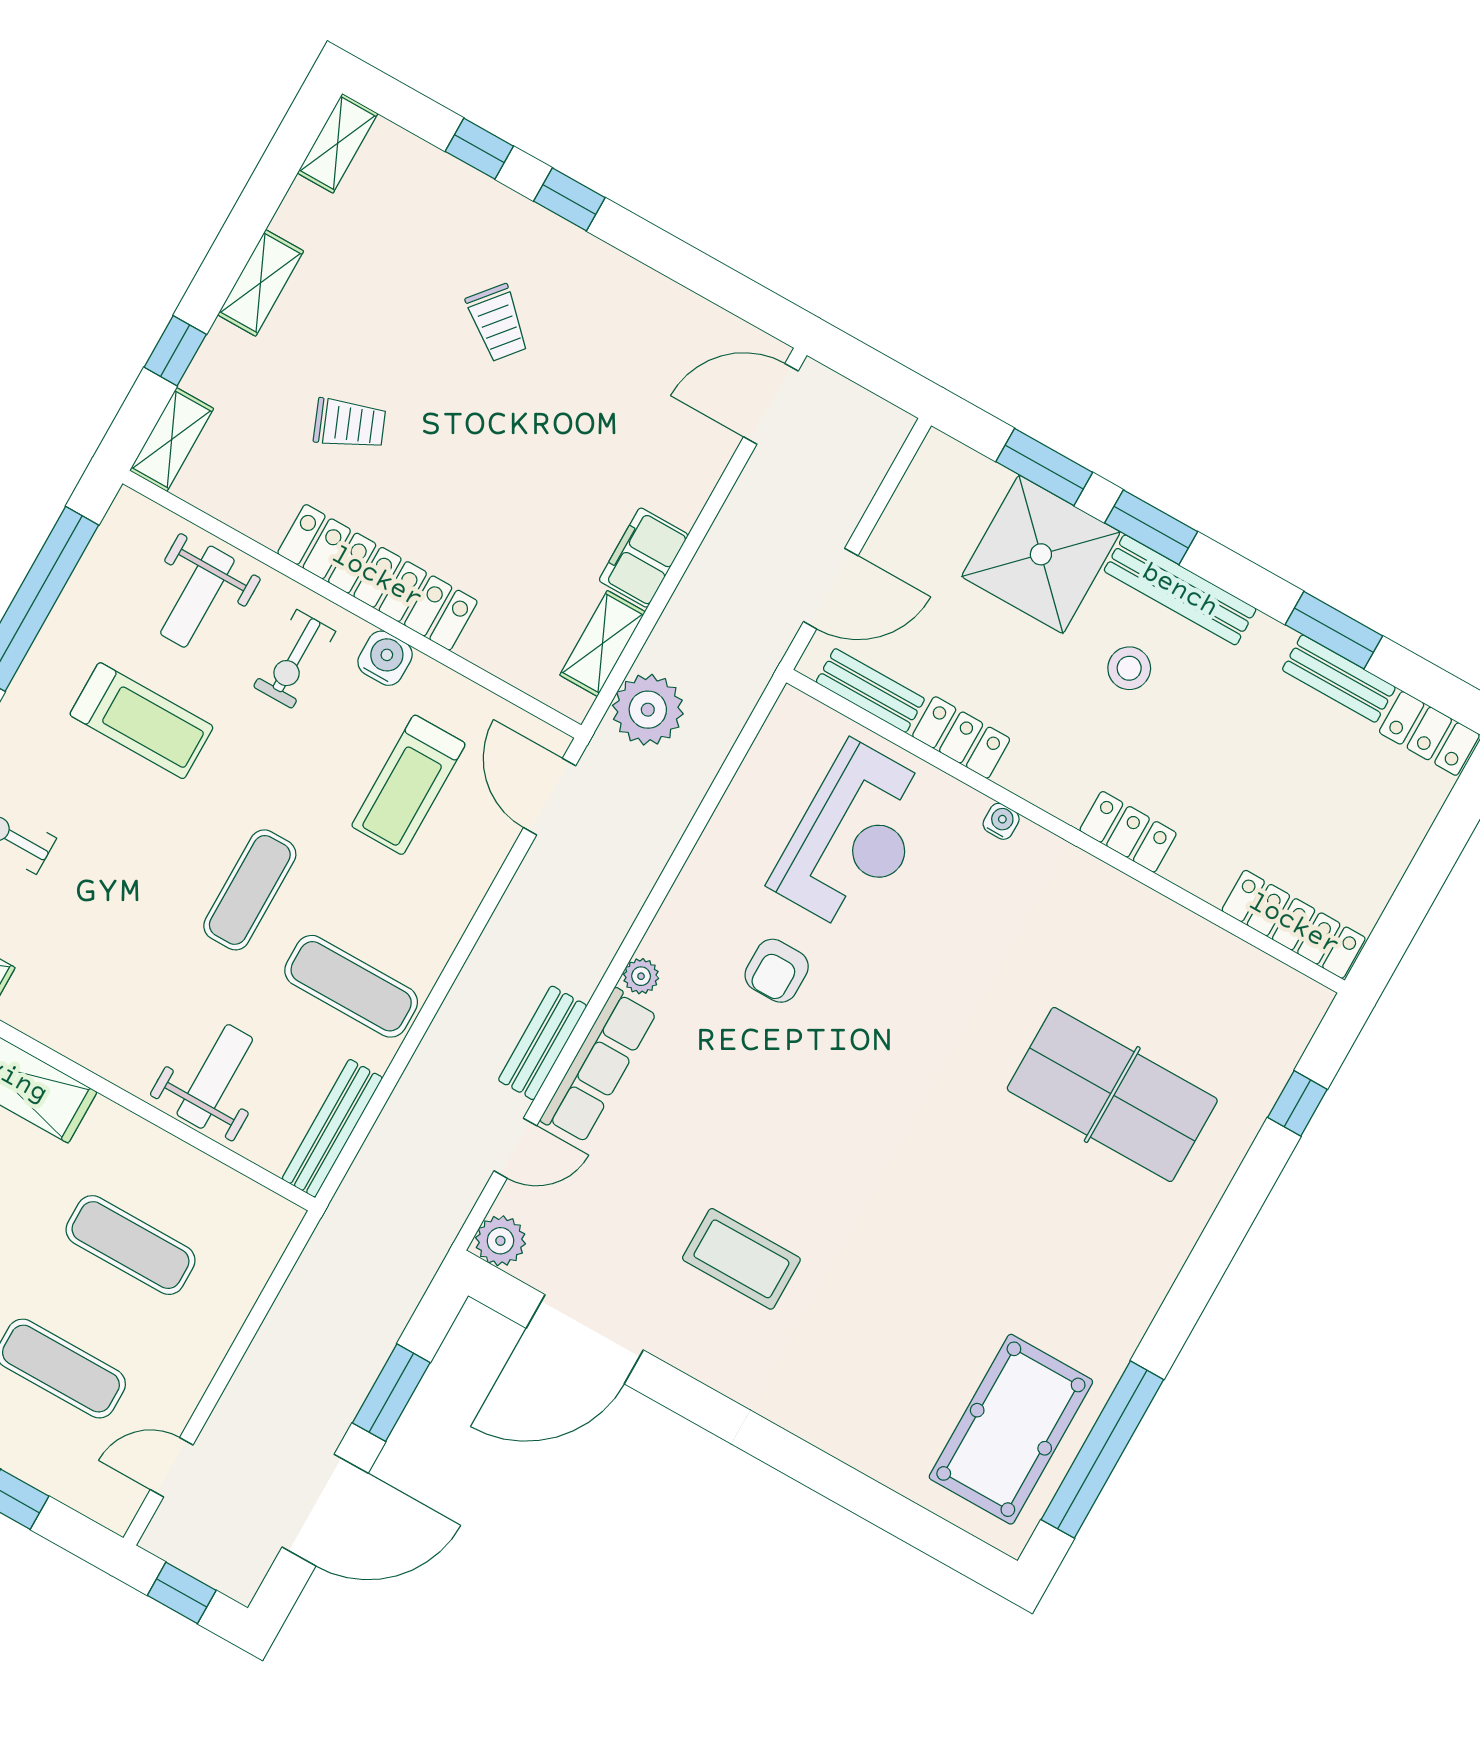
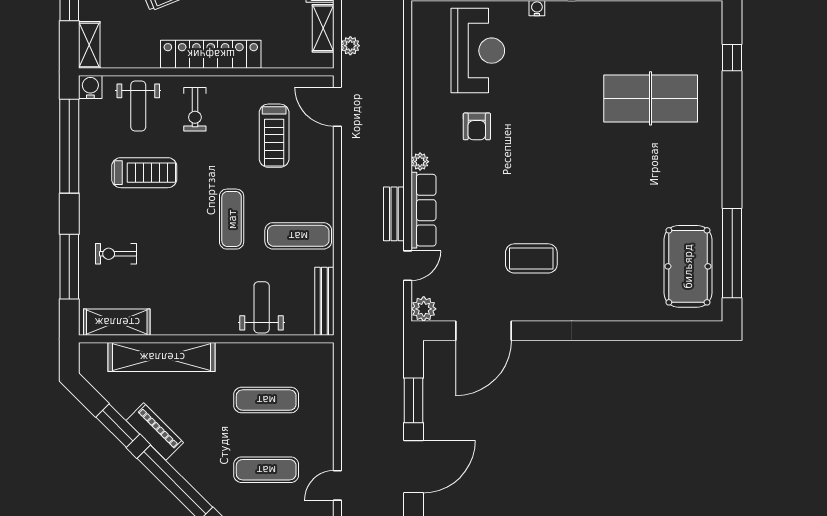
water cooler: (385, 658) -> (90, 87), moved
plant: (648, 710) -> (350, 46), width x0.53, depth x0.53

